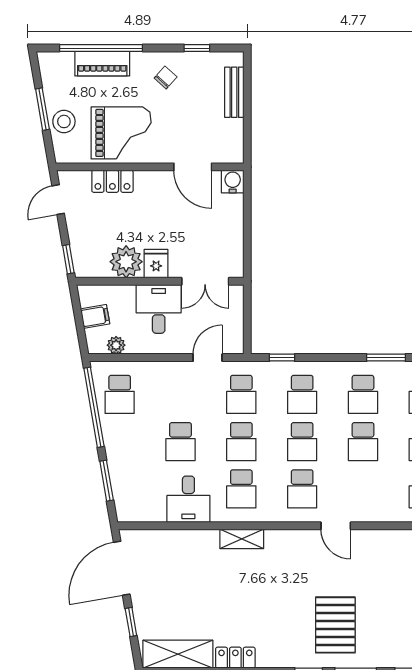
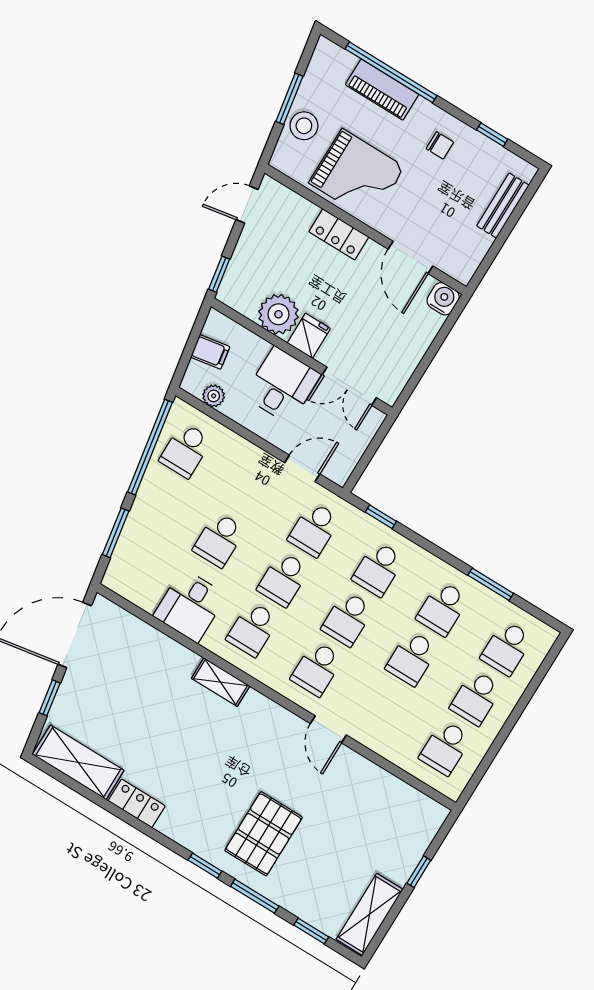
chair: (166, 78) -> (440, 145), turned 48
locker: (112, 181) -> (339, 234), moved

